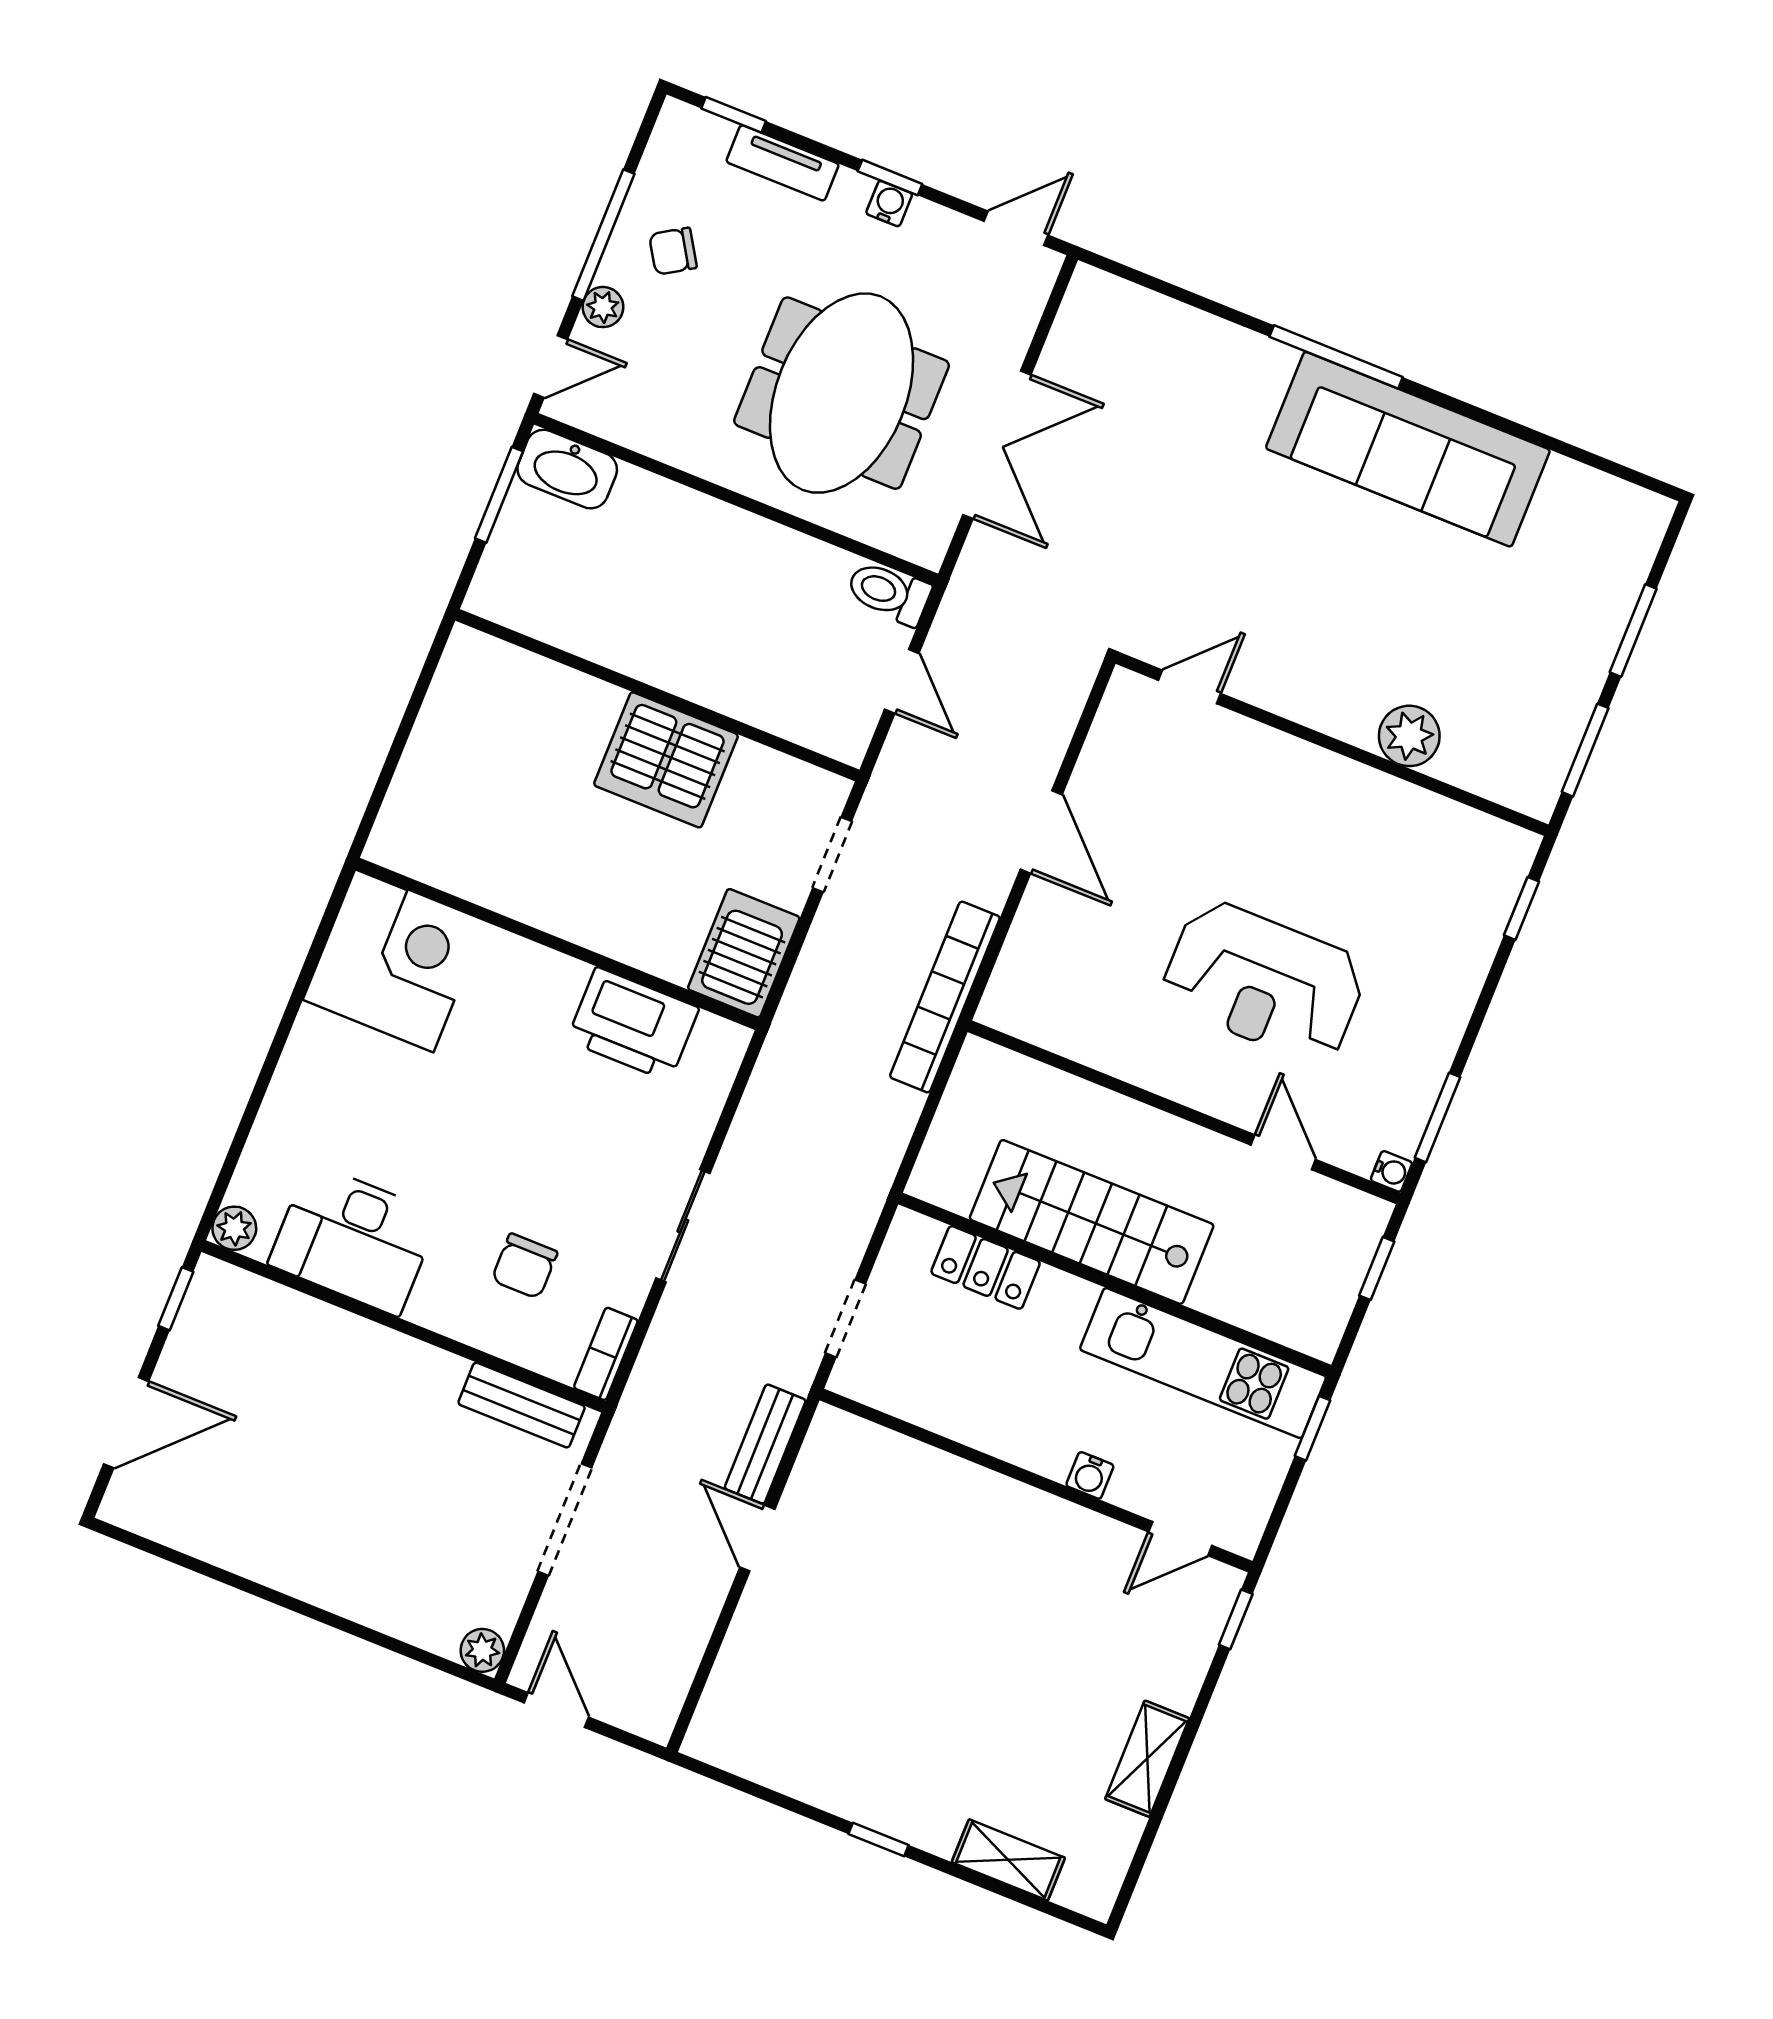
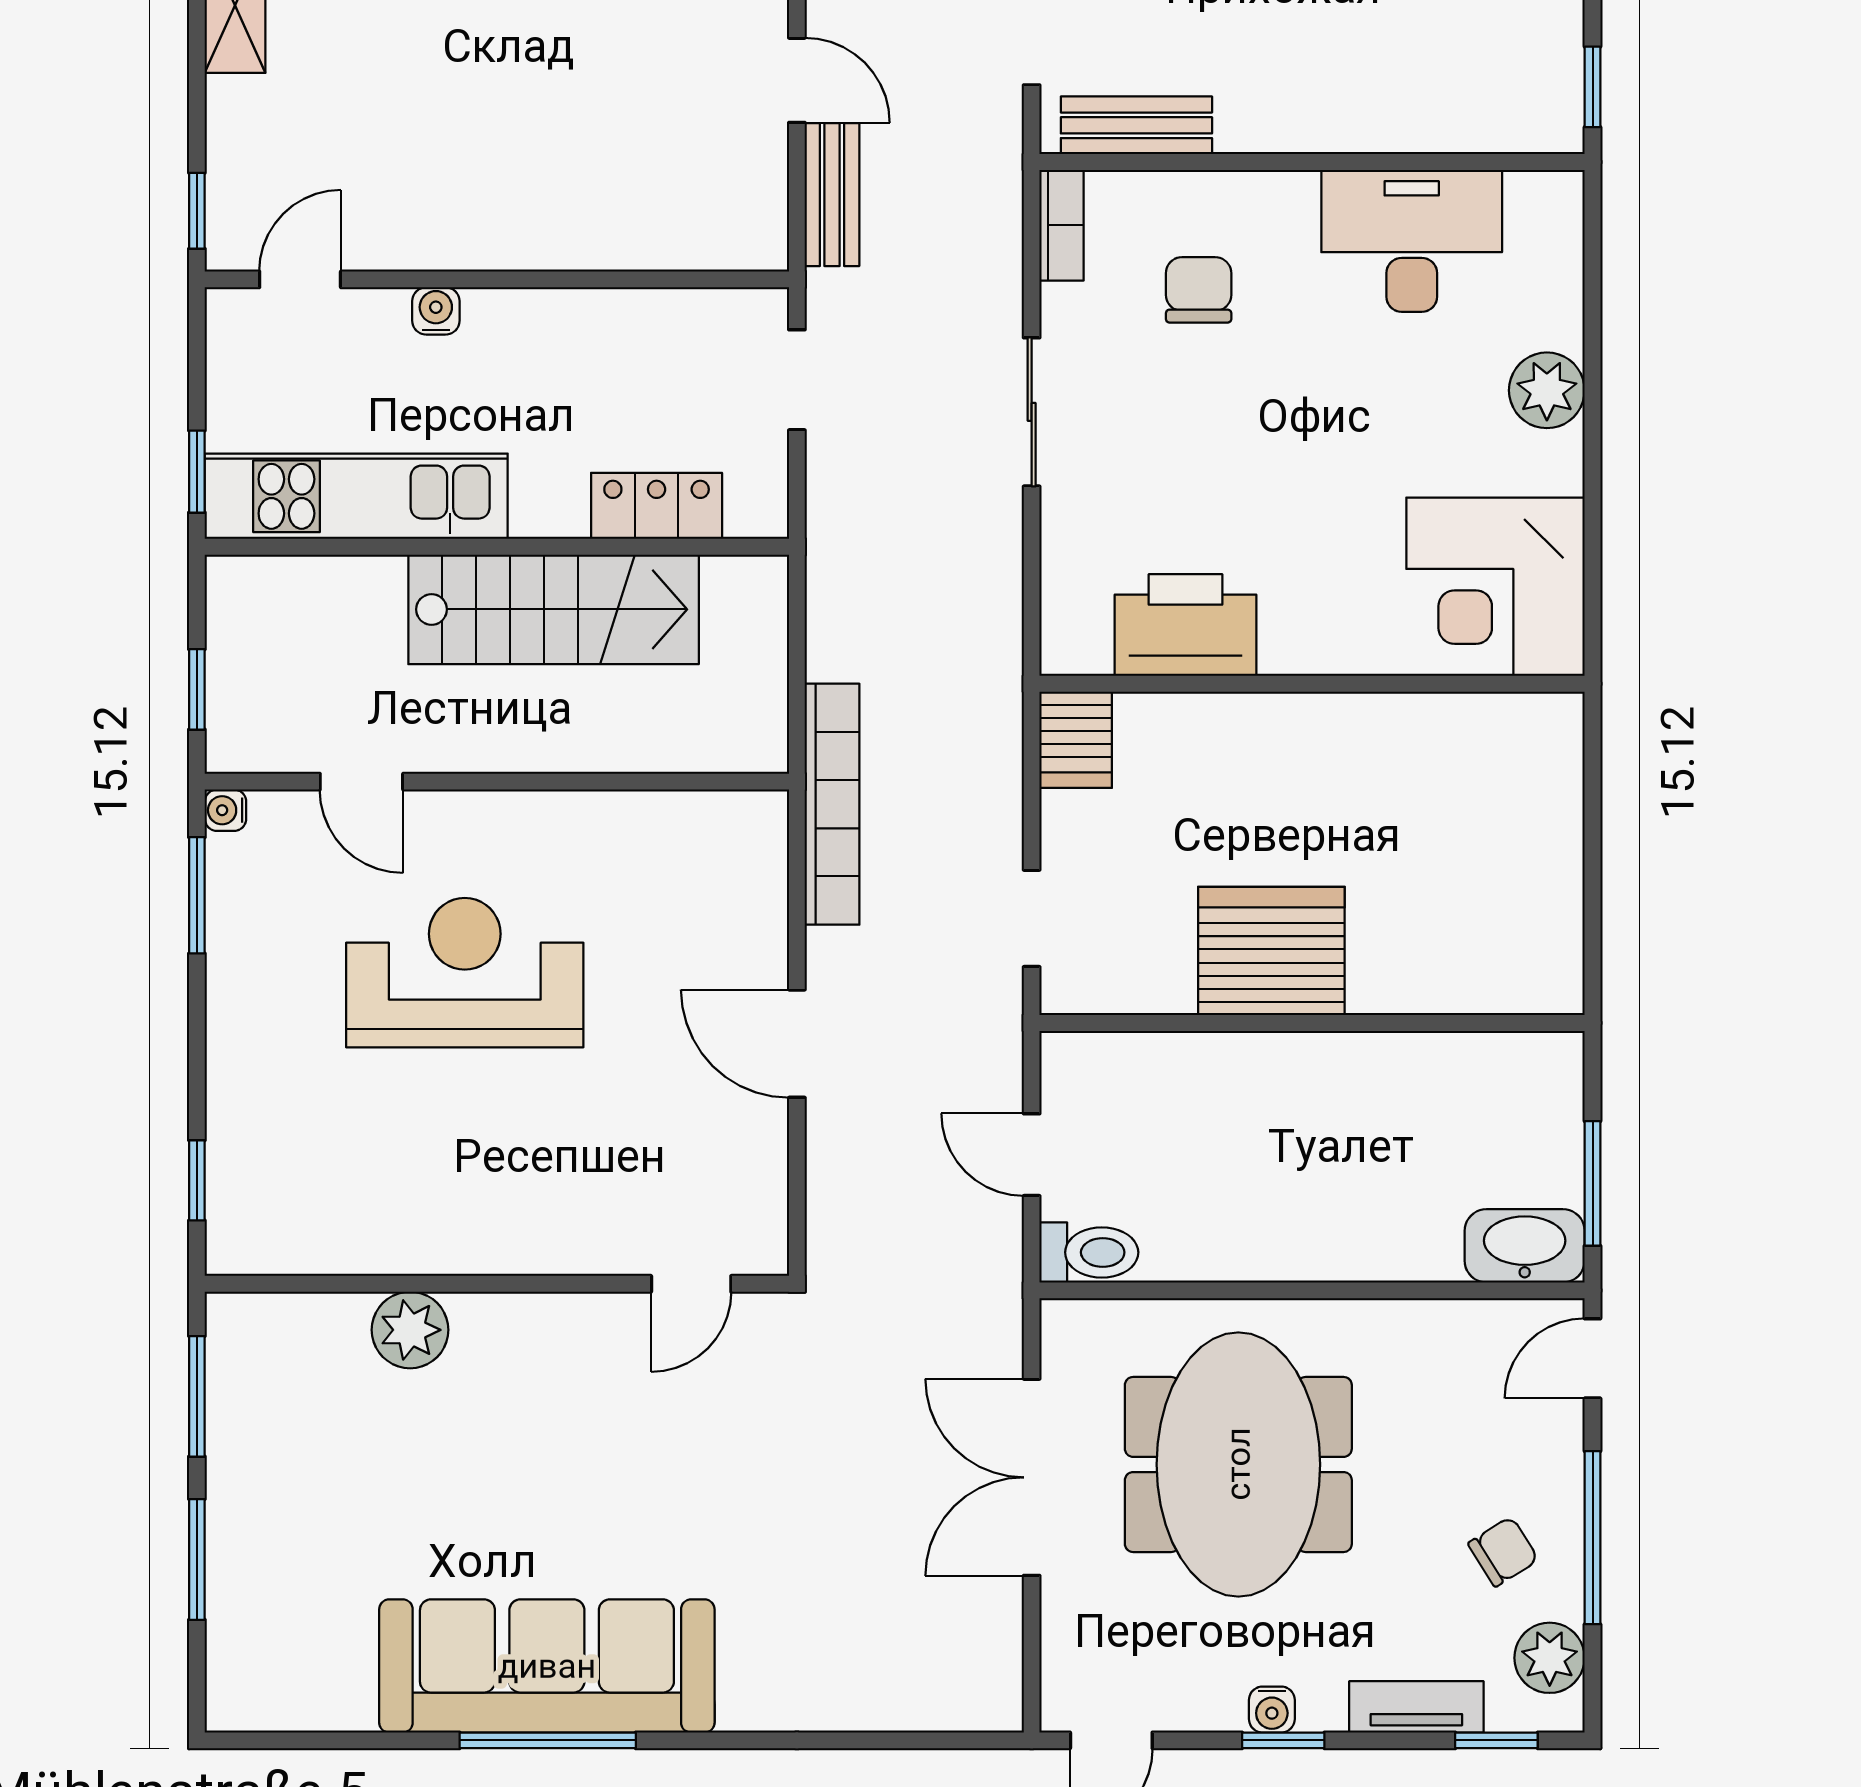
plant: (603, 307) -> (1550, 1658), moved, width x1.38, depth x1.38
window: (1336, 357) -> (548, 1740), moved
server rack: (744, 953) -> (1076, 740), width x0.73, depth x0.70
plant: (234, 1228) -> (1547, 390), moved, width x1.38, depth x1.38

